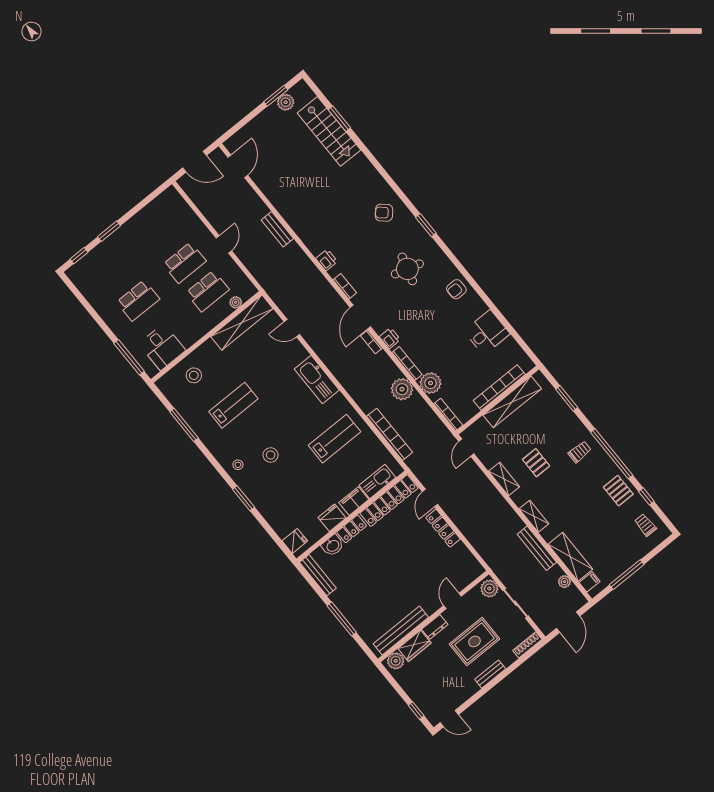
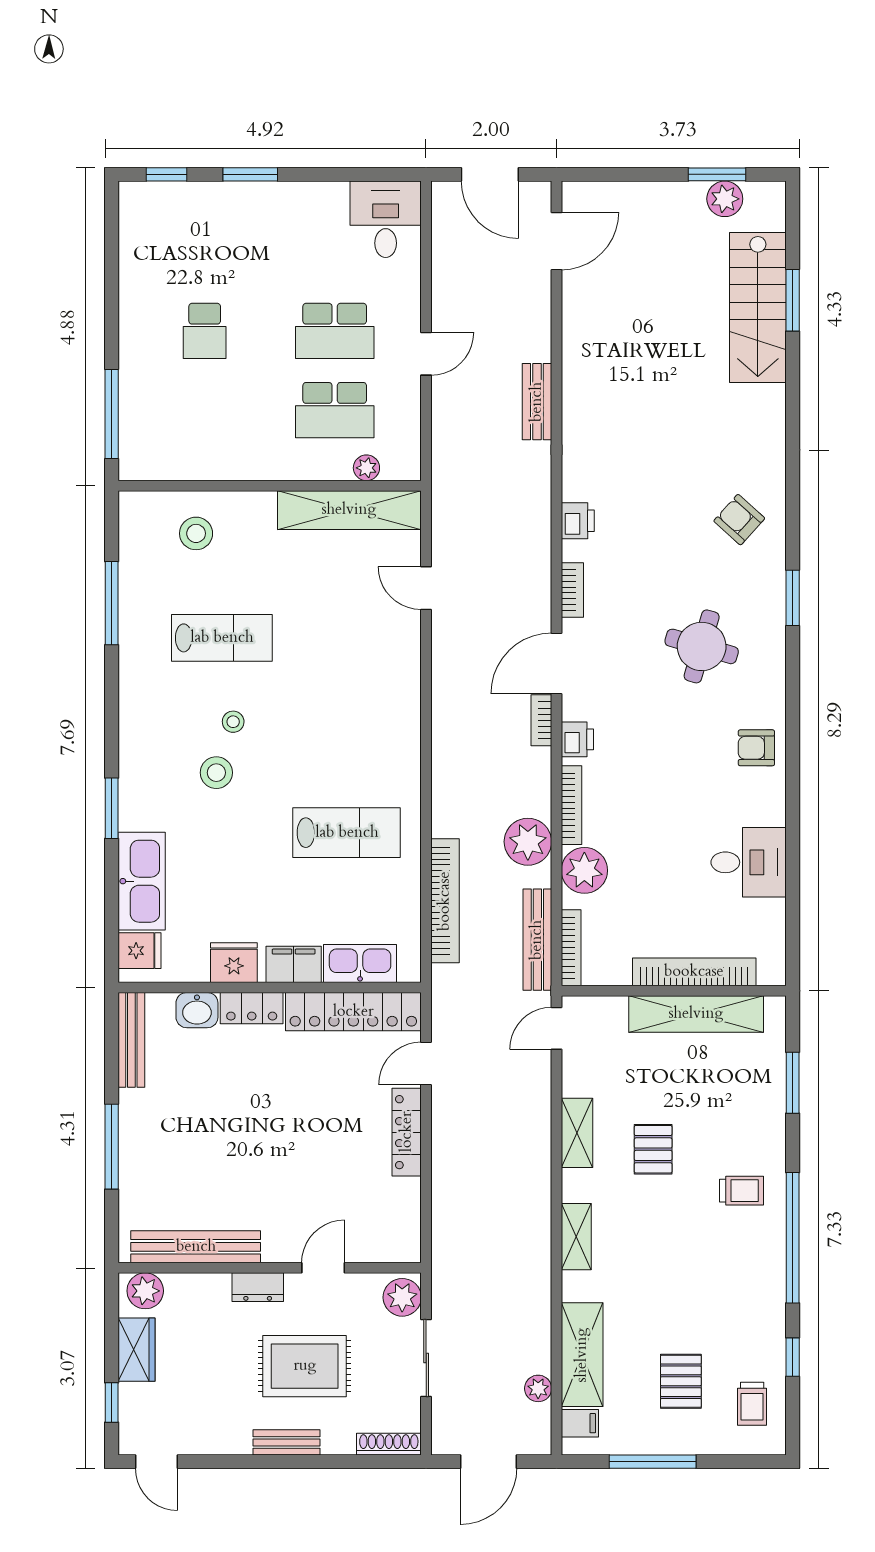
school desk: (138, 300) -> (205, 331), width x0.54
desk: (162, 347) -> (386, 219), moved, turned 180
kitchen sink: (317, 380) -> (142, 881), moved, turned 180
stool: (238, 465) -> (233, 722), moved
pallet: (618, 491) -> (681, 1381), moved
trolley: (645, 525) -> (752, 1404), turned 180
bench: (537, 548) -> (537, 940), moved
wardrobe: (414, 646) -> (137, 1350), moved, turned -90

